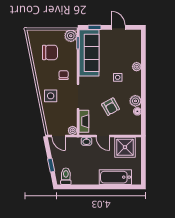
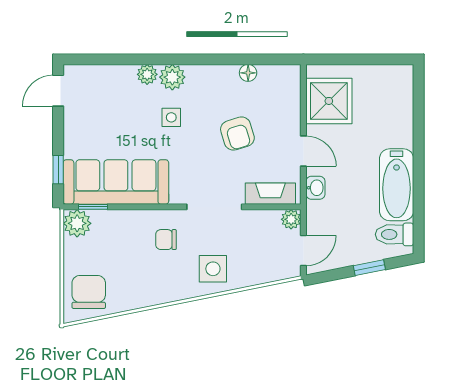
door: (118, 27) -> (58, 91), moved
chair: (50, 52) -> (89, 292), moved
plant: (135, 101) -> (172, 77), moved
armchair: (111, 107) -> (237, 134), turned 102
door: (103, 136) -> (303, 151), hinge flipped
bathtub: (115, 177) -> (397, 185), moved

